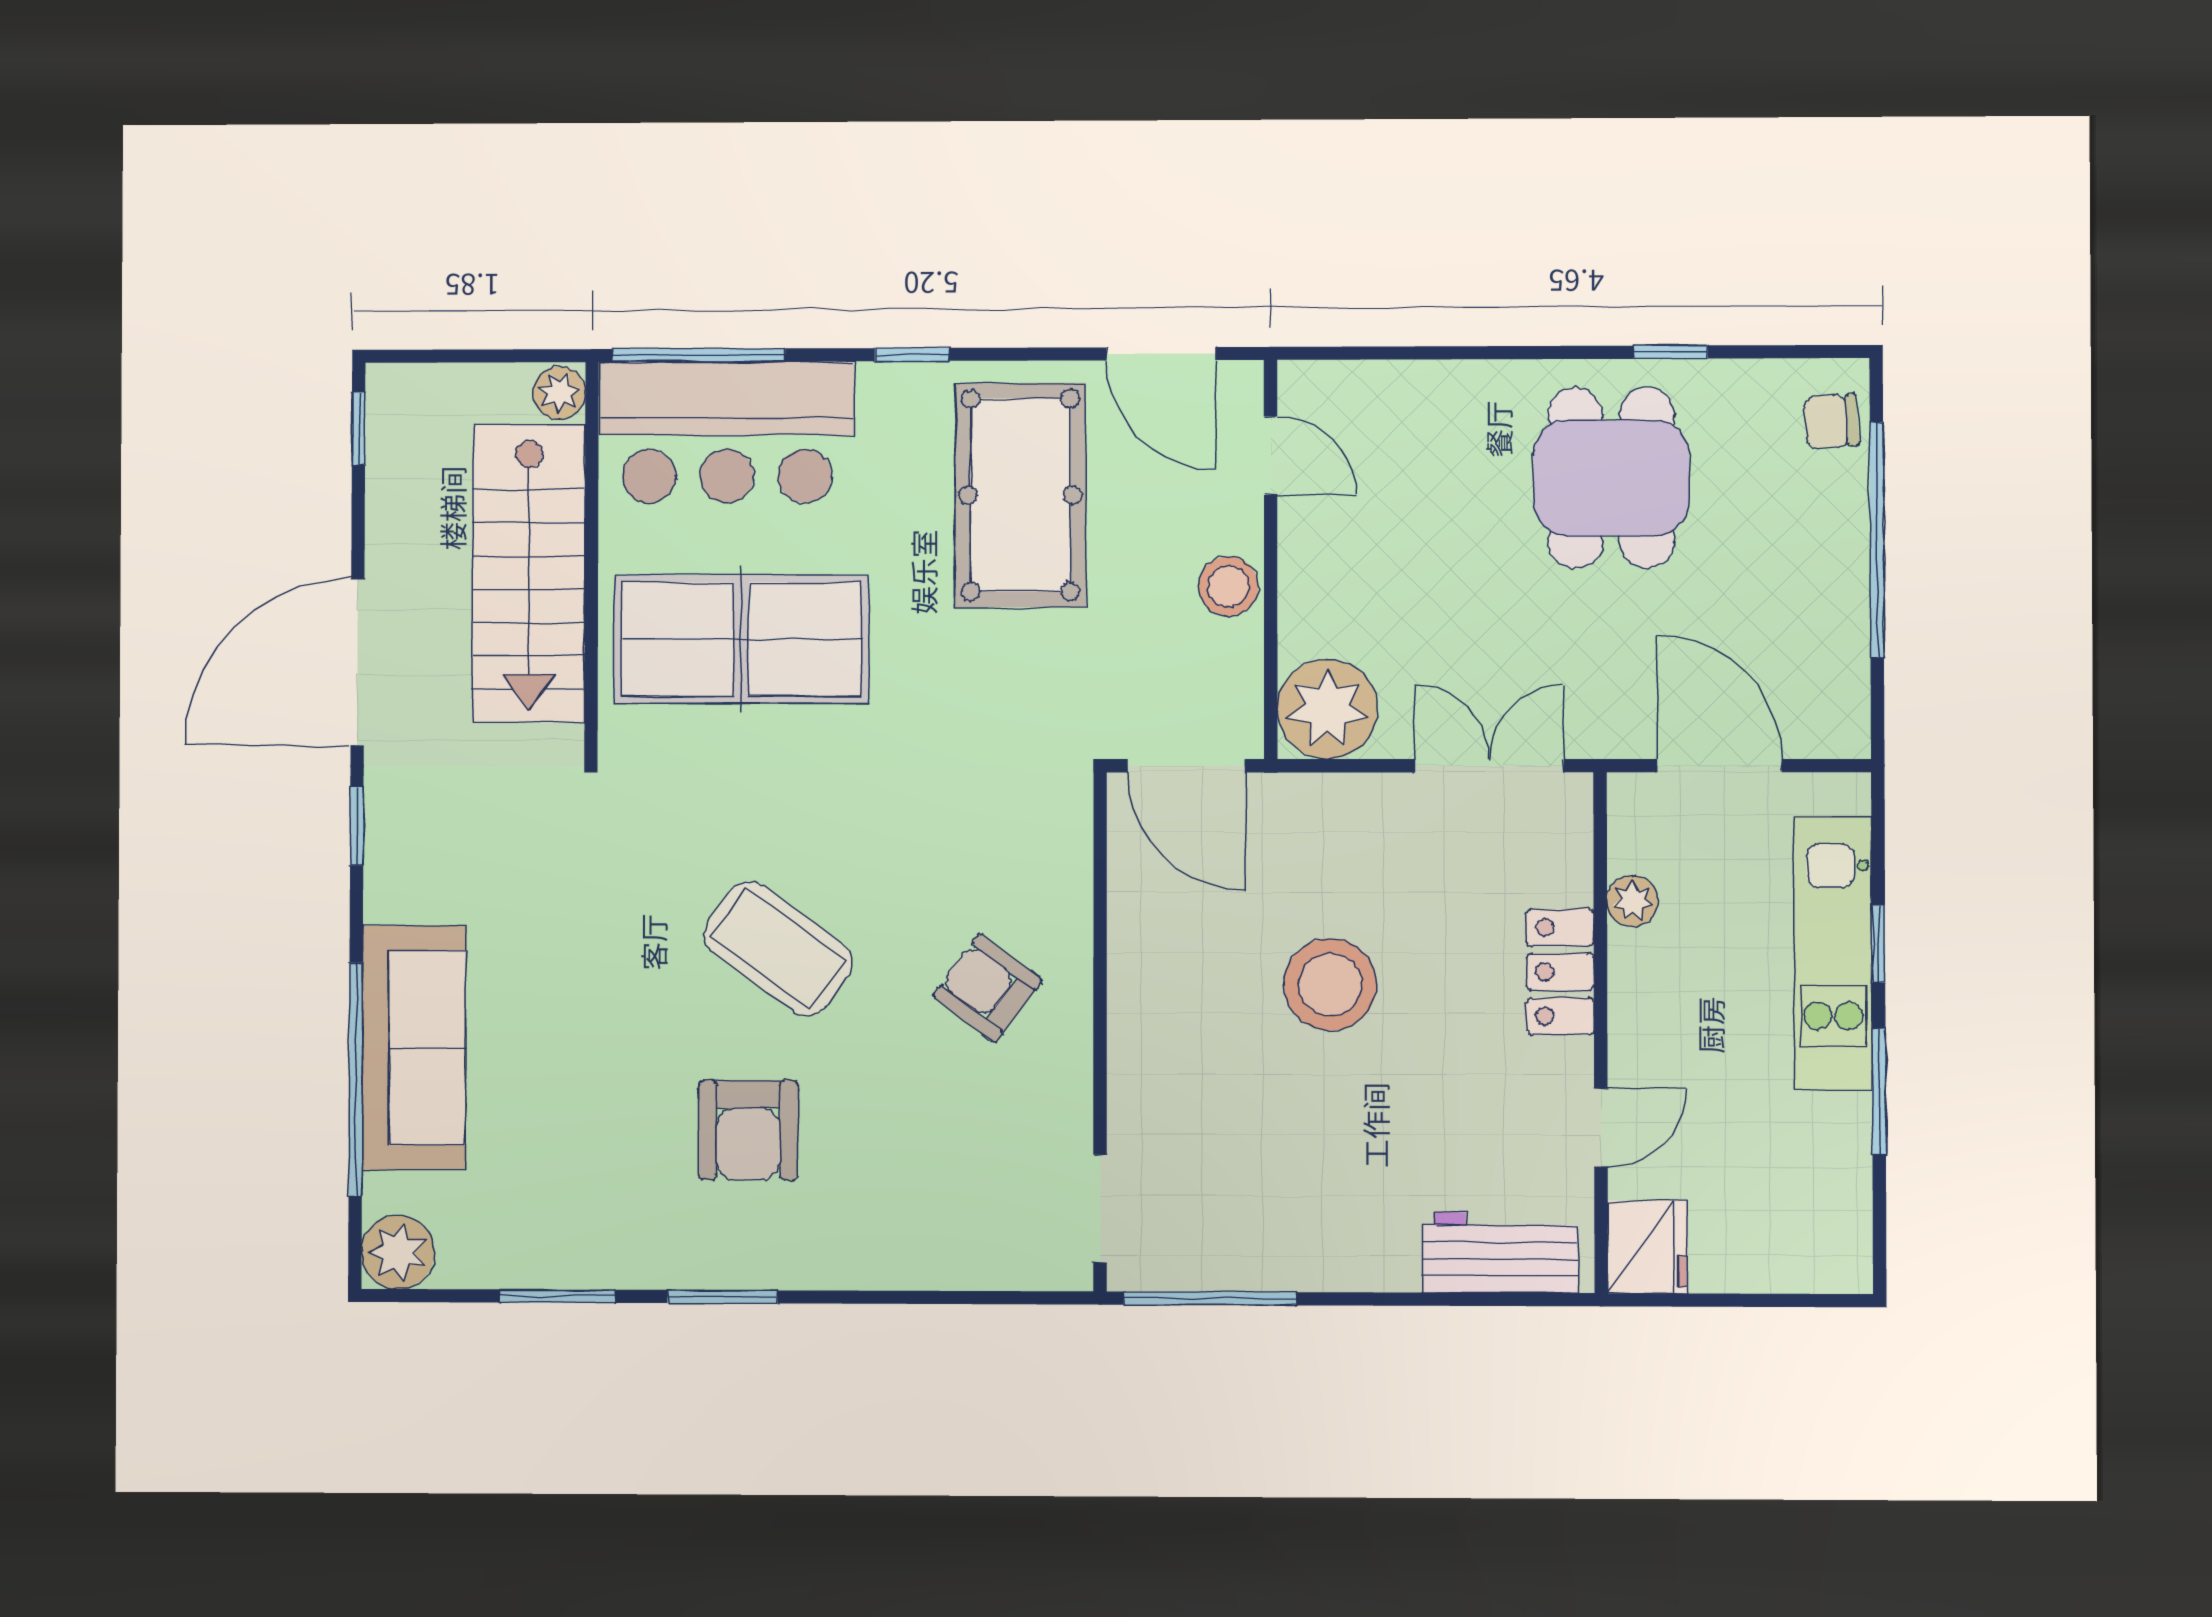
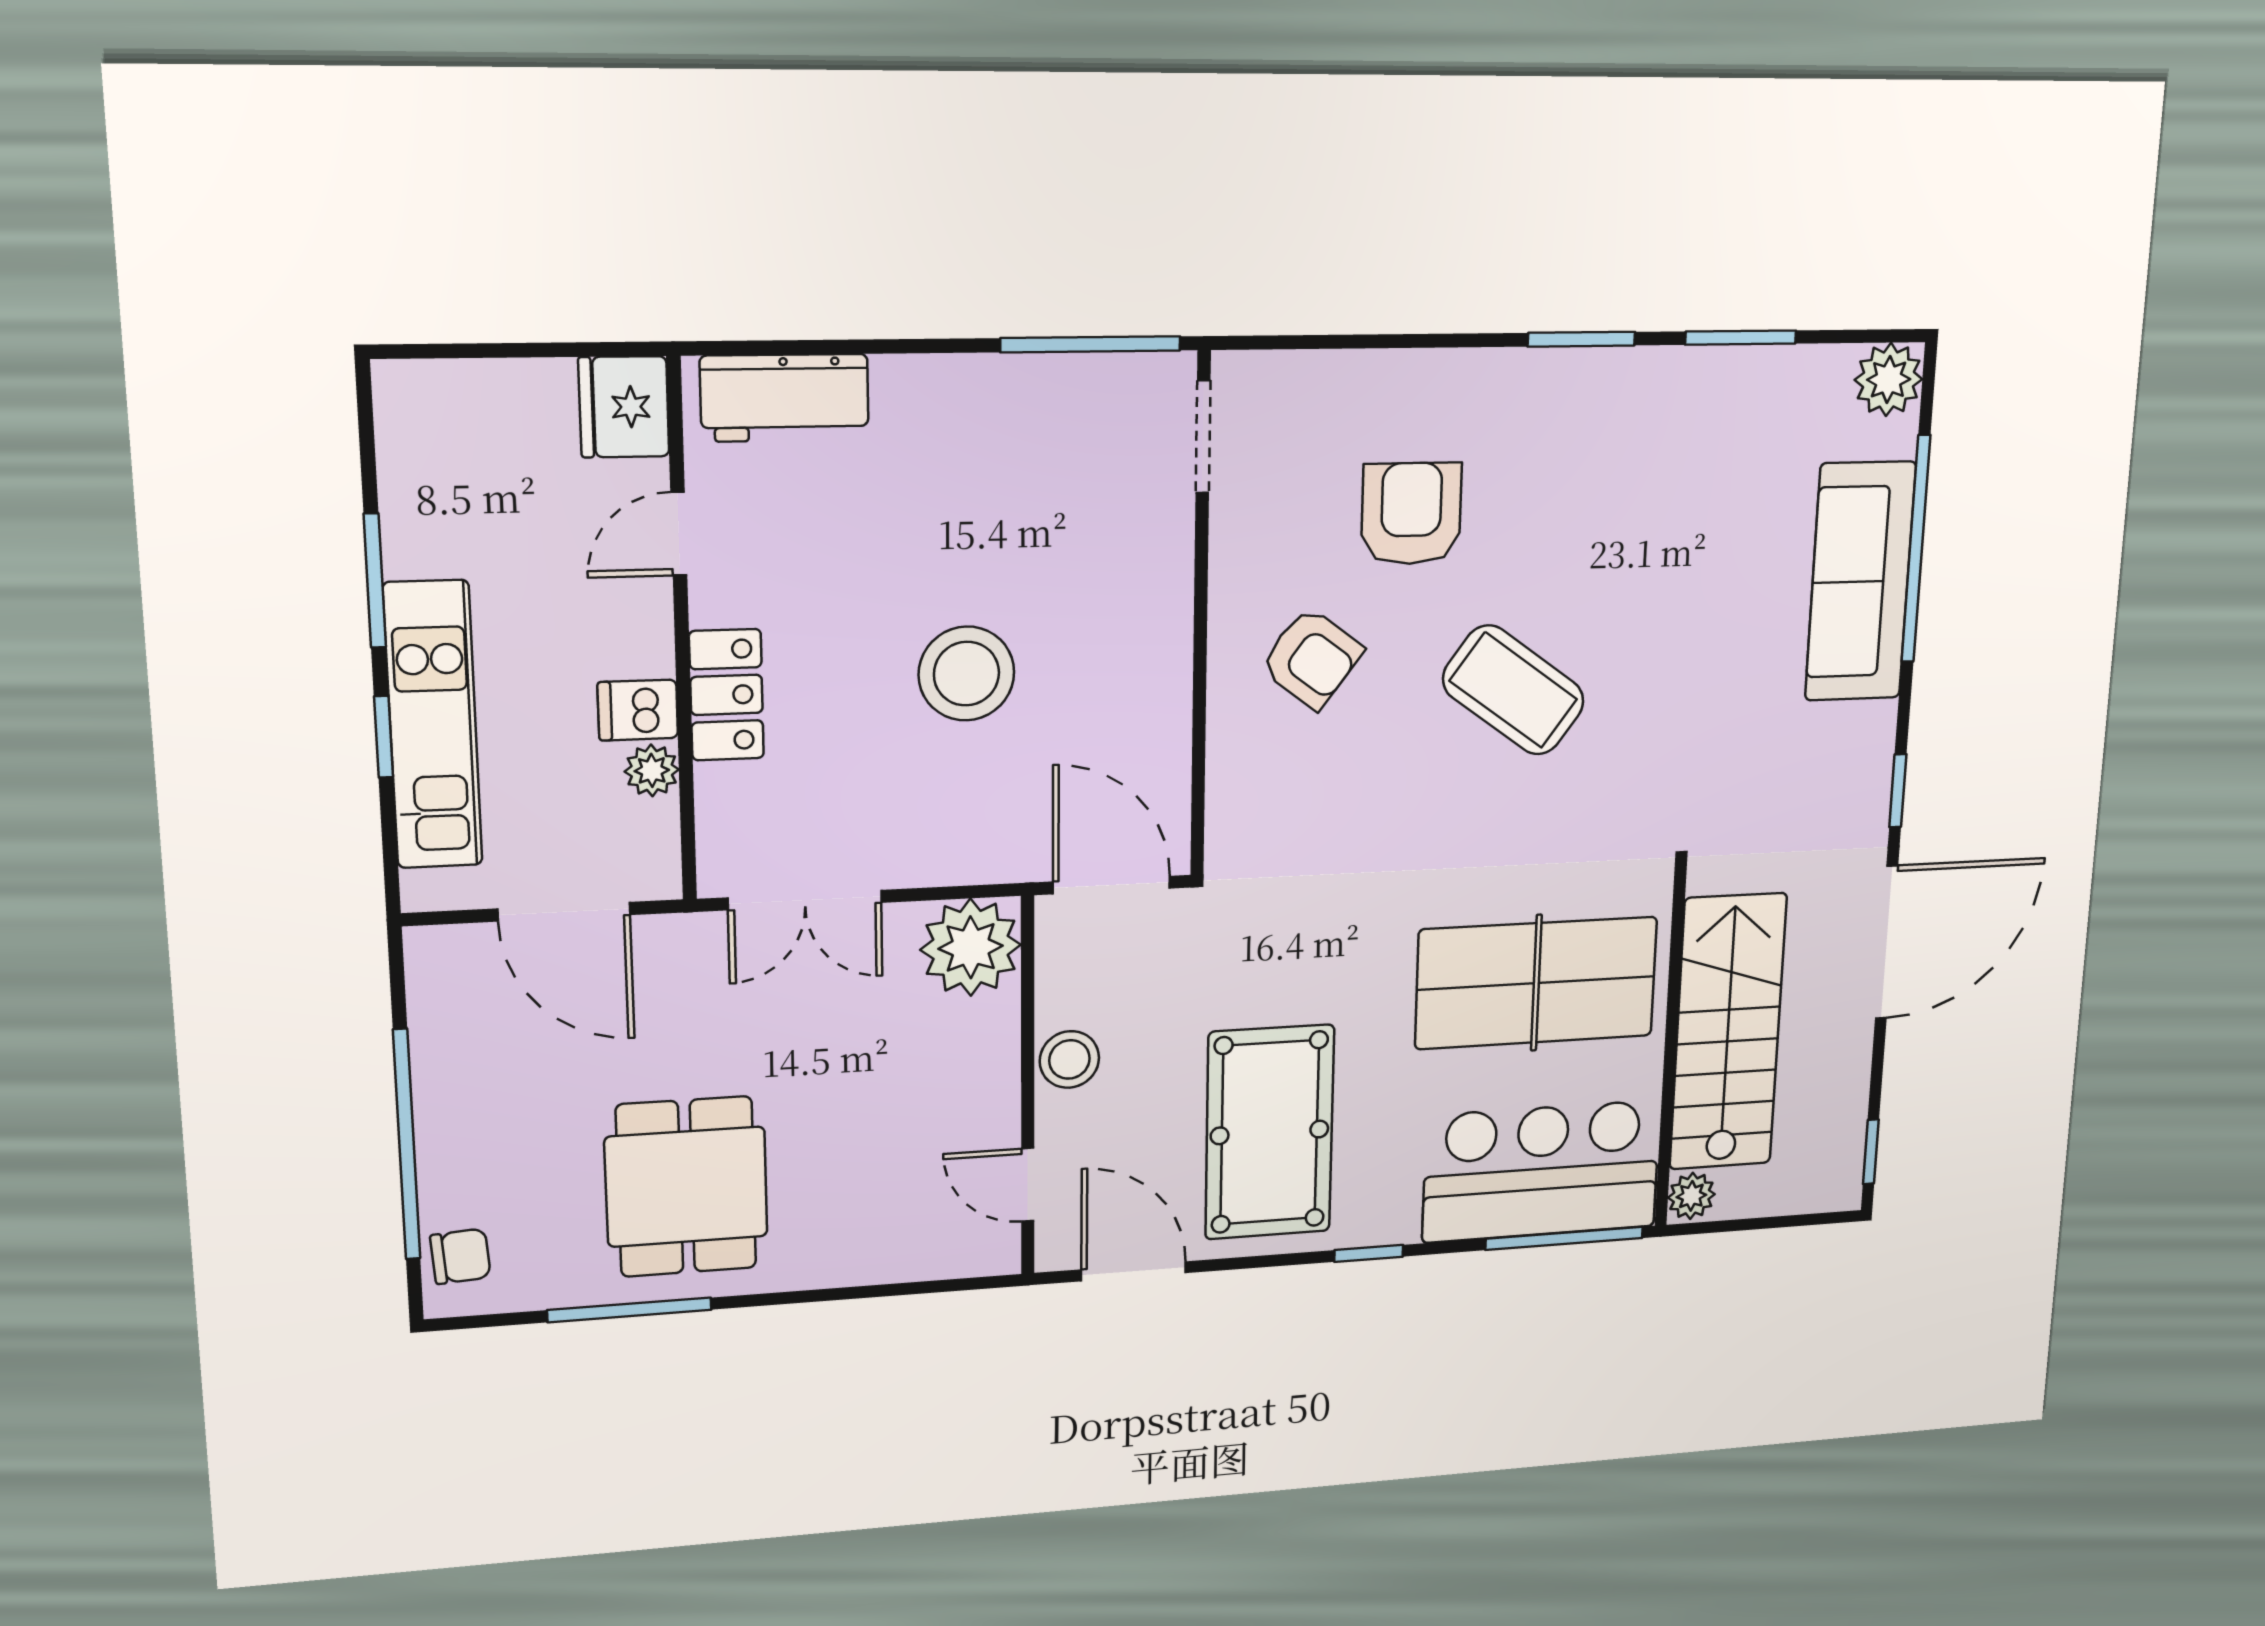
window: (1670, 352) -> (630, 1310), width x2.17
dishwasher: (1644, 960) -> (638, 710), added
armchair: (748, 1130) -> (1411, 514), moved

